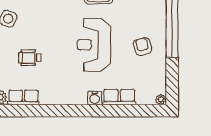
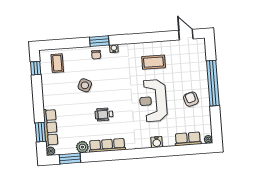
row of seats: (24, 97) -> (107, 145), width x1.48
row of seats: (119, 97) -> (188, 139), moved

